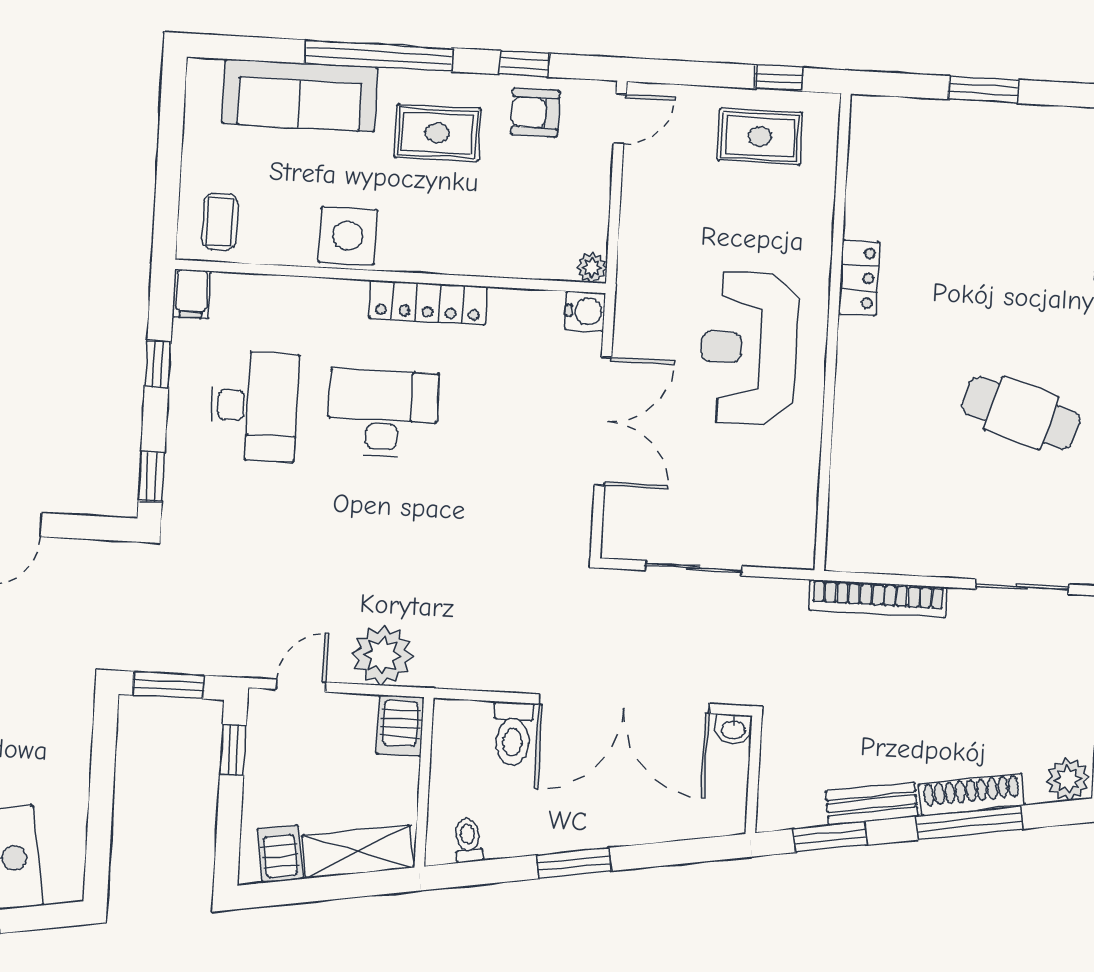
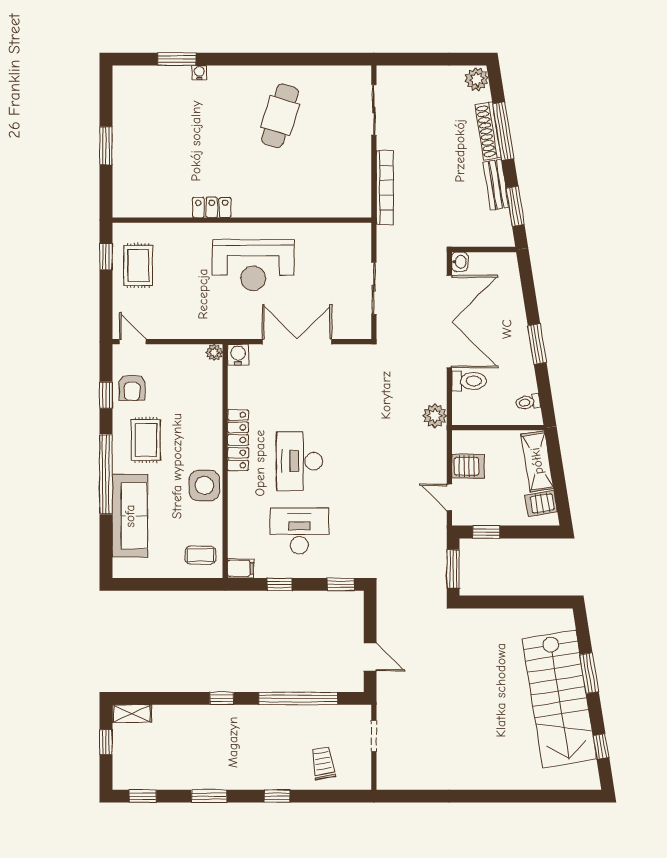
plant: (382, 655) -> (435, 416), moved, width x0.73, depth x0.73
server rack: (400, 726) -> (468, 466), moved

